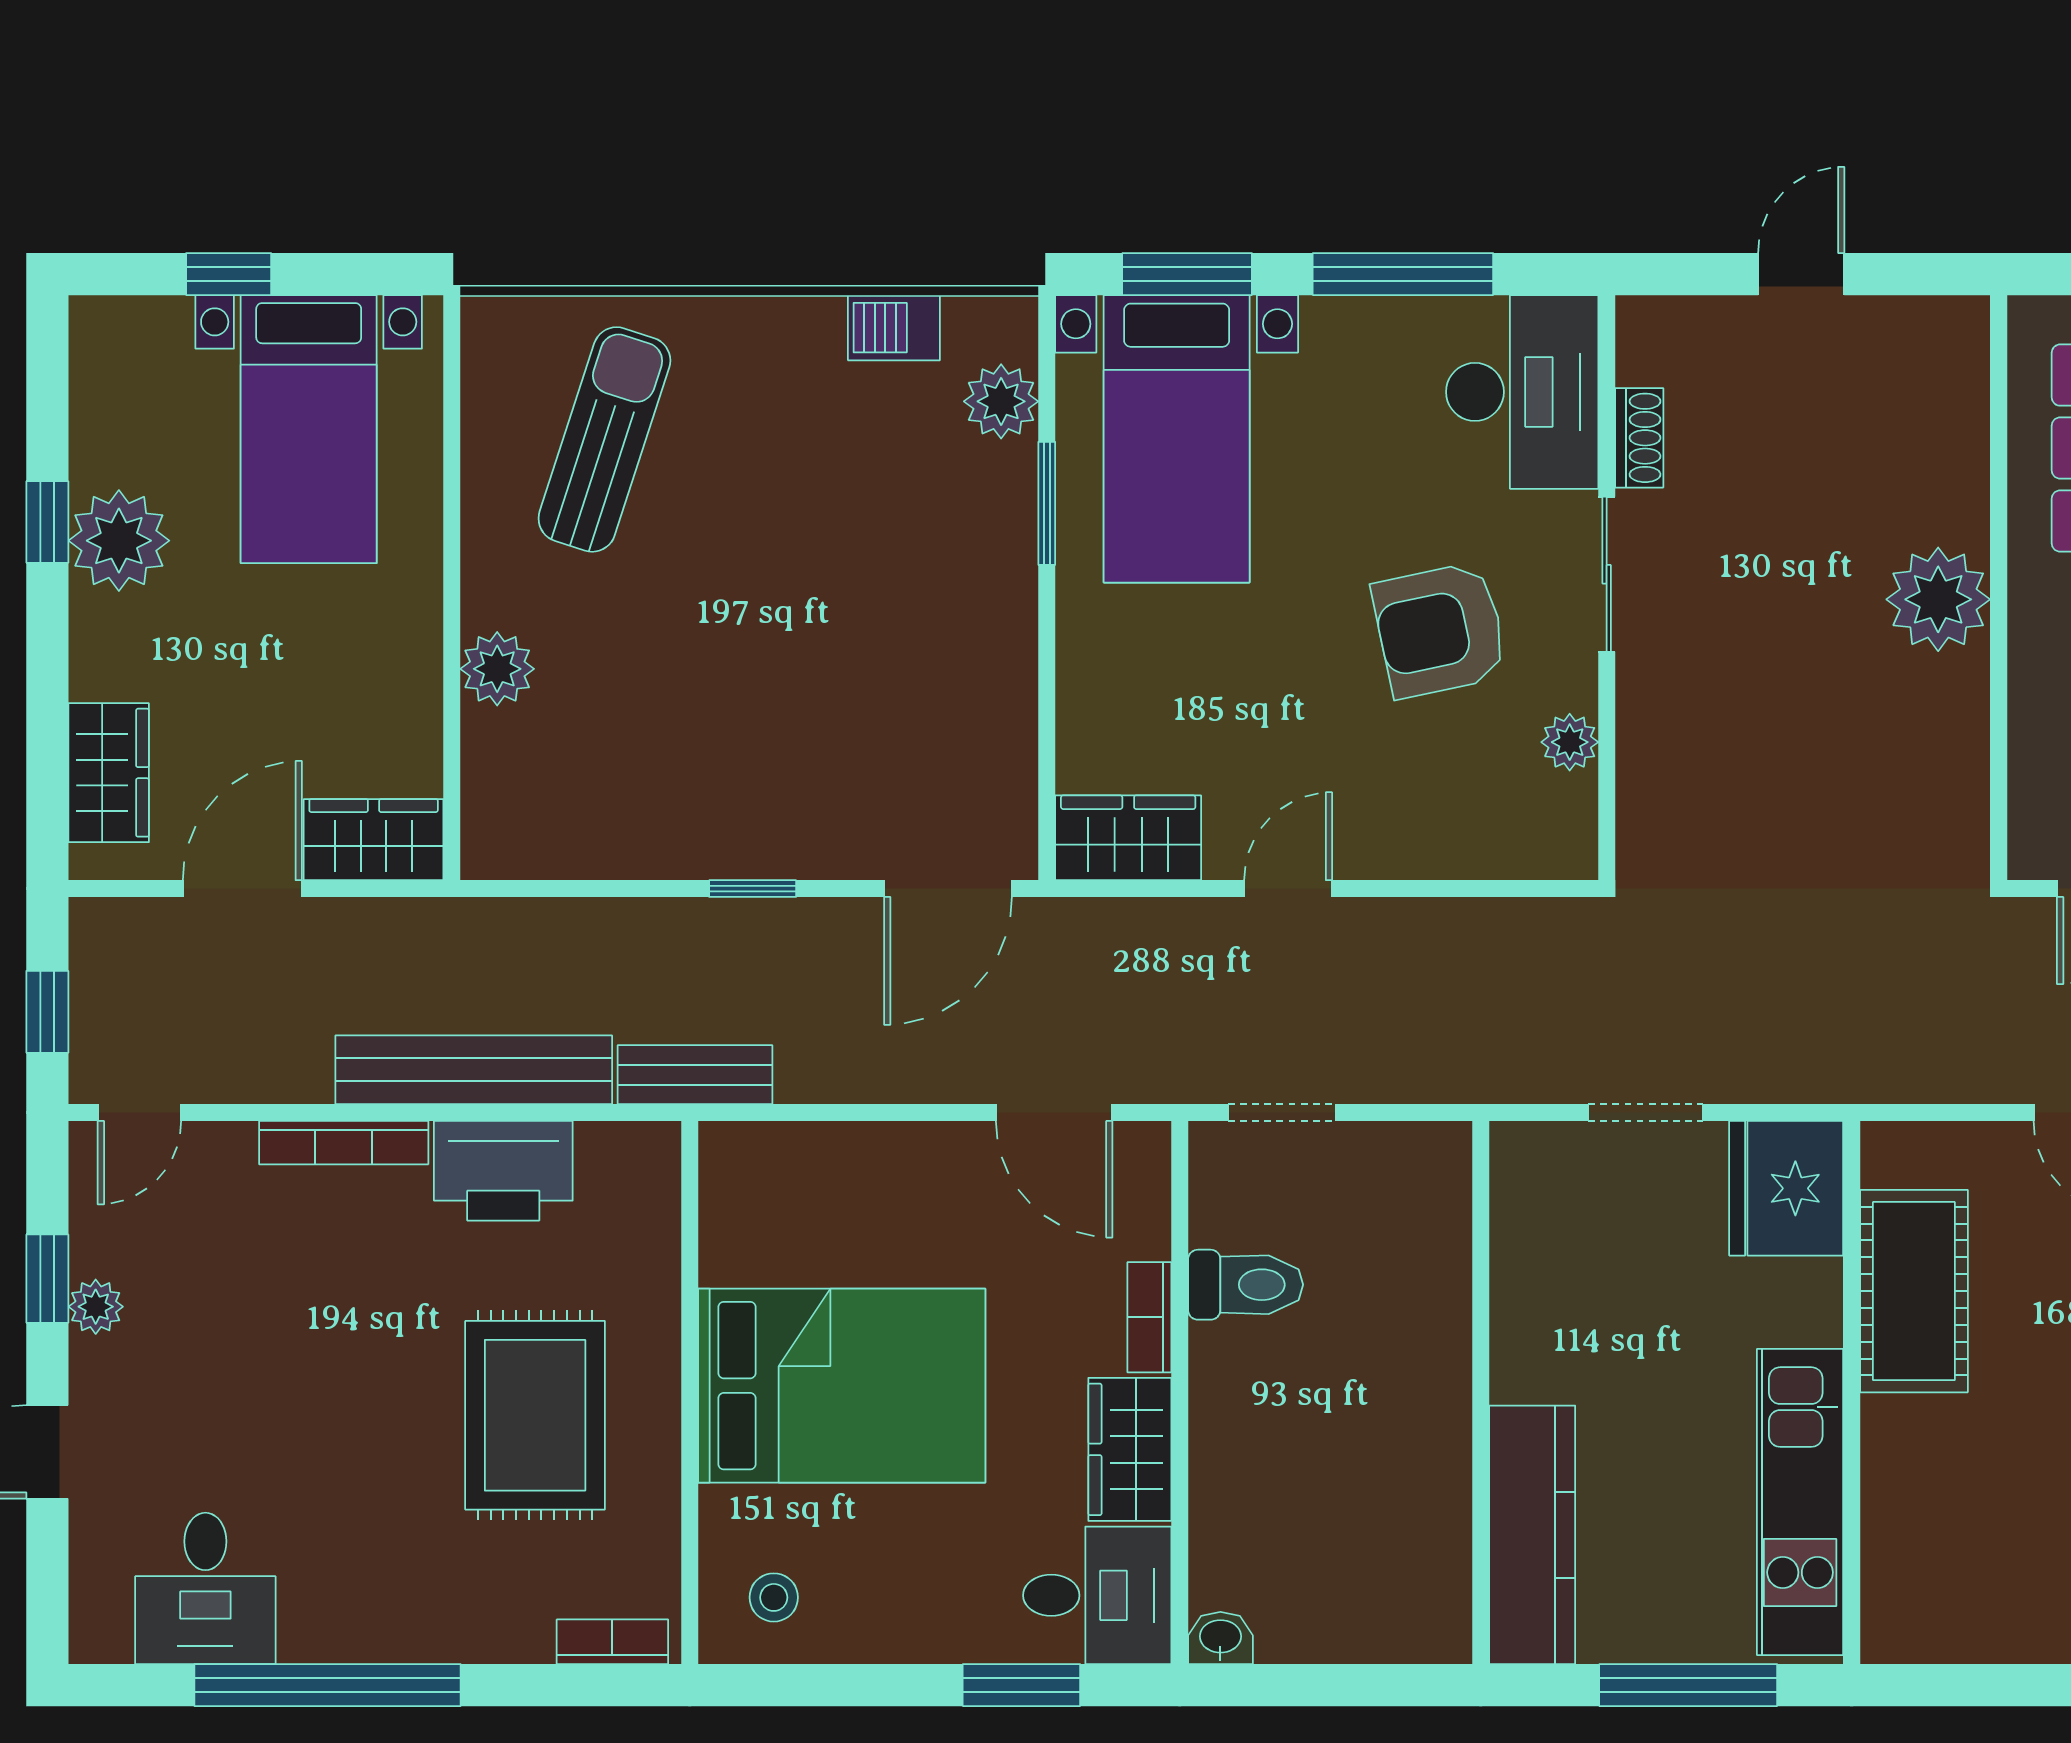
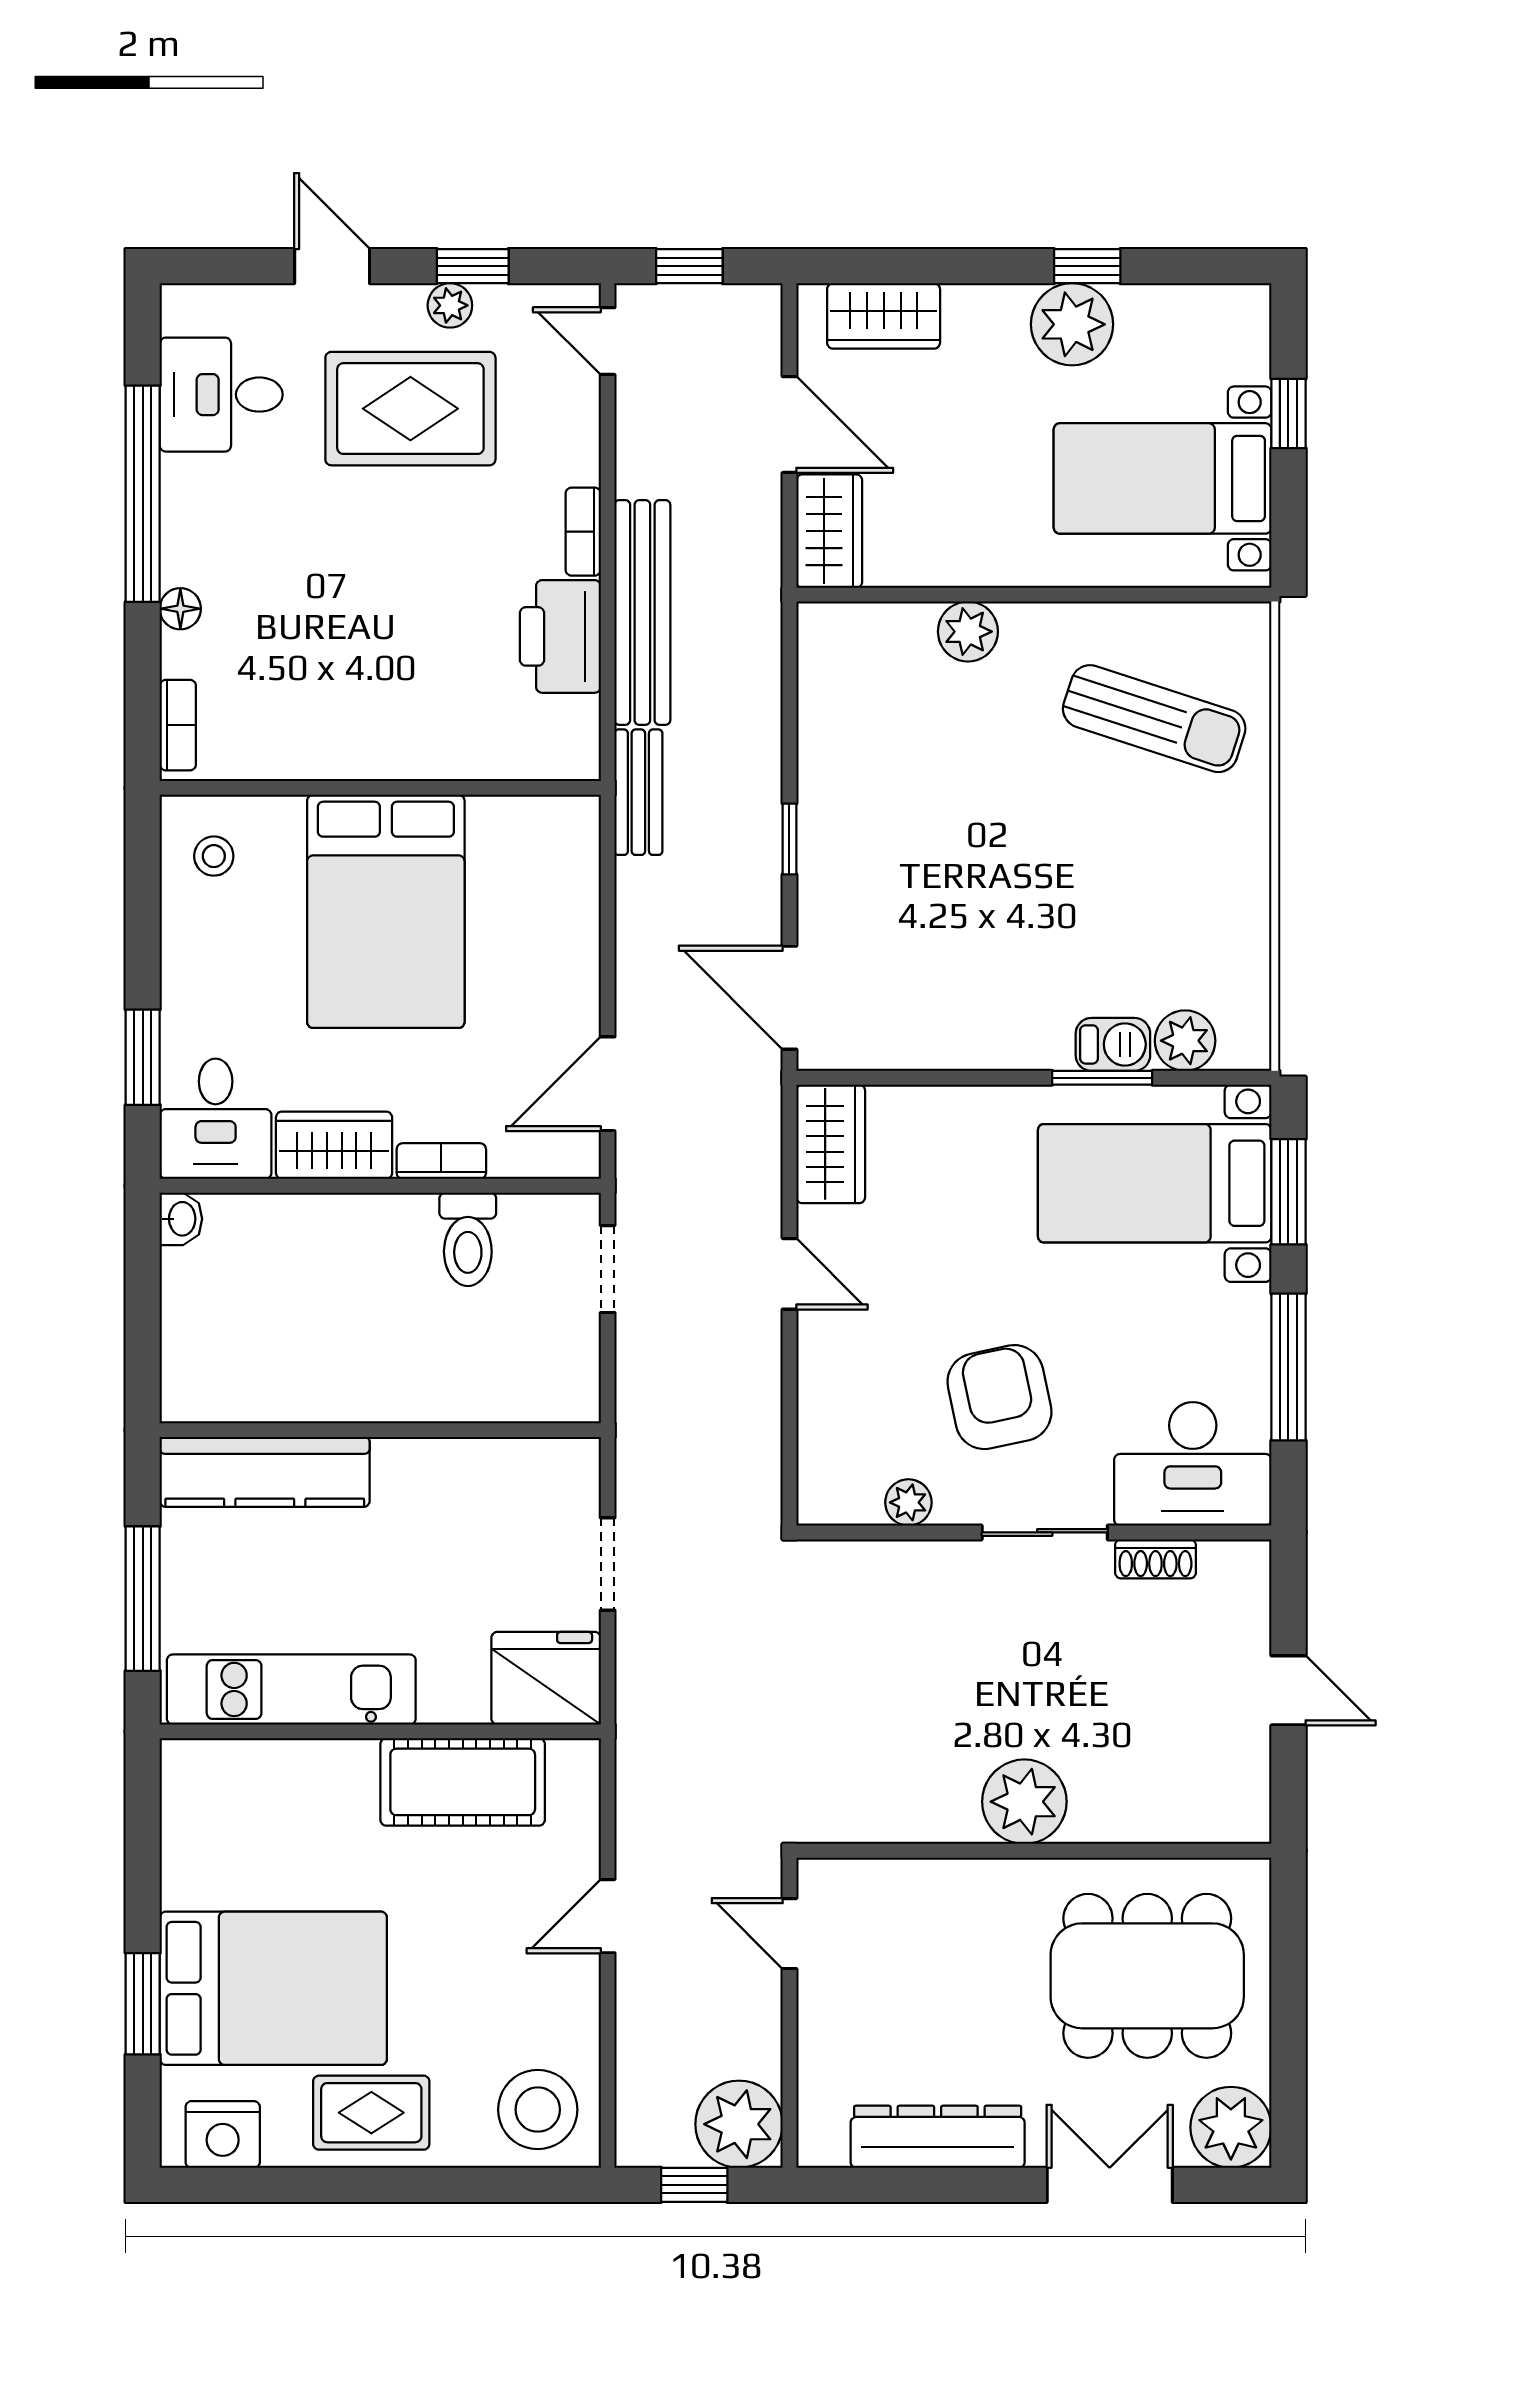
barbecue: (894, 328) -> (1113, 1044), moved, turned 90
bookcase: (344, 1143) -> (583, 532), width x0.64
rug: (535, 1415) -> (410, 409), moved
floor lamp: (469, 1639) -> (180, 609), added

